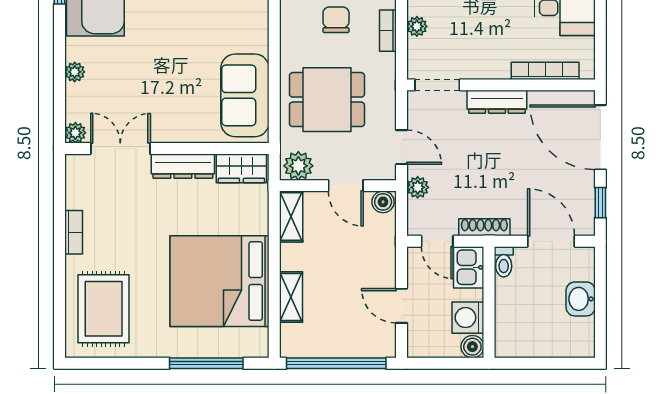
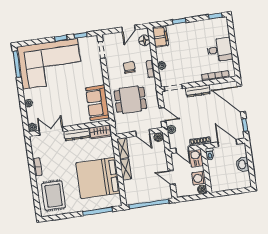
plant: (298, 166) -> (123, 128), removed
shelving: (291, 297) -> (126, 169), moved

